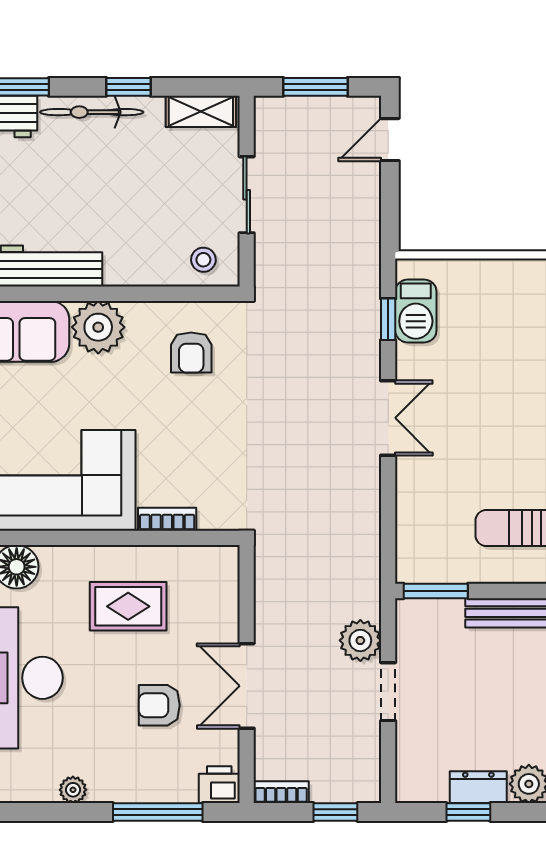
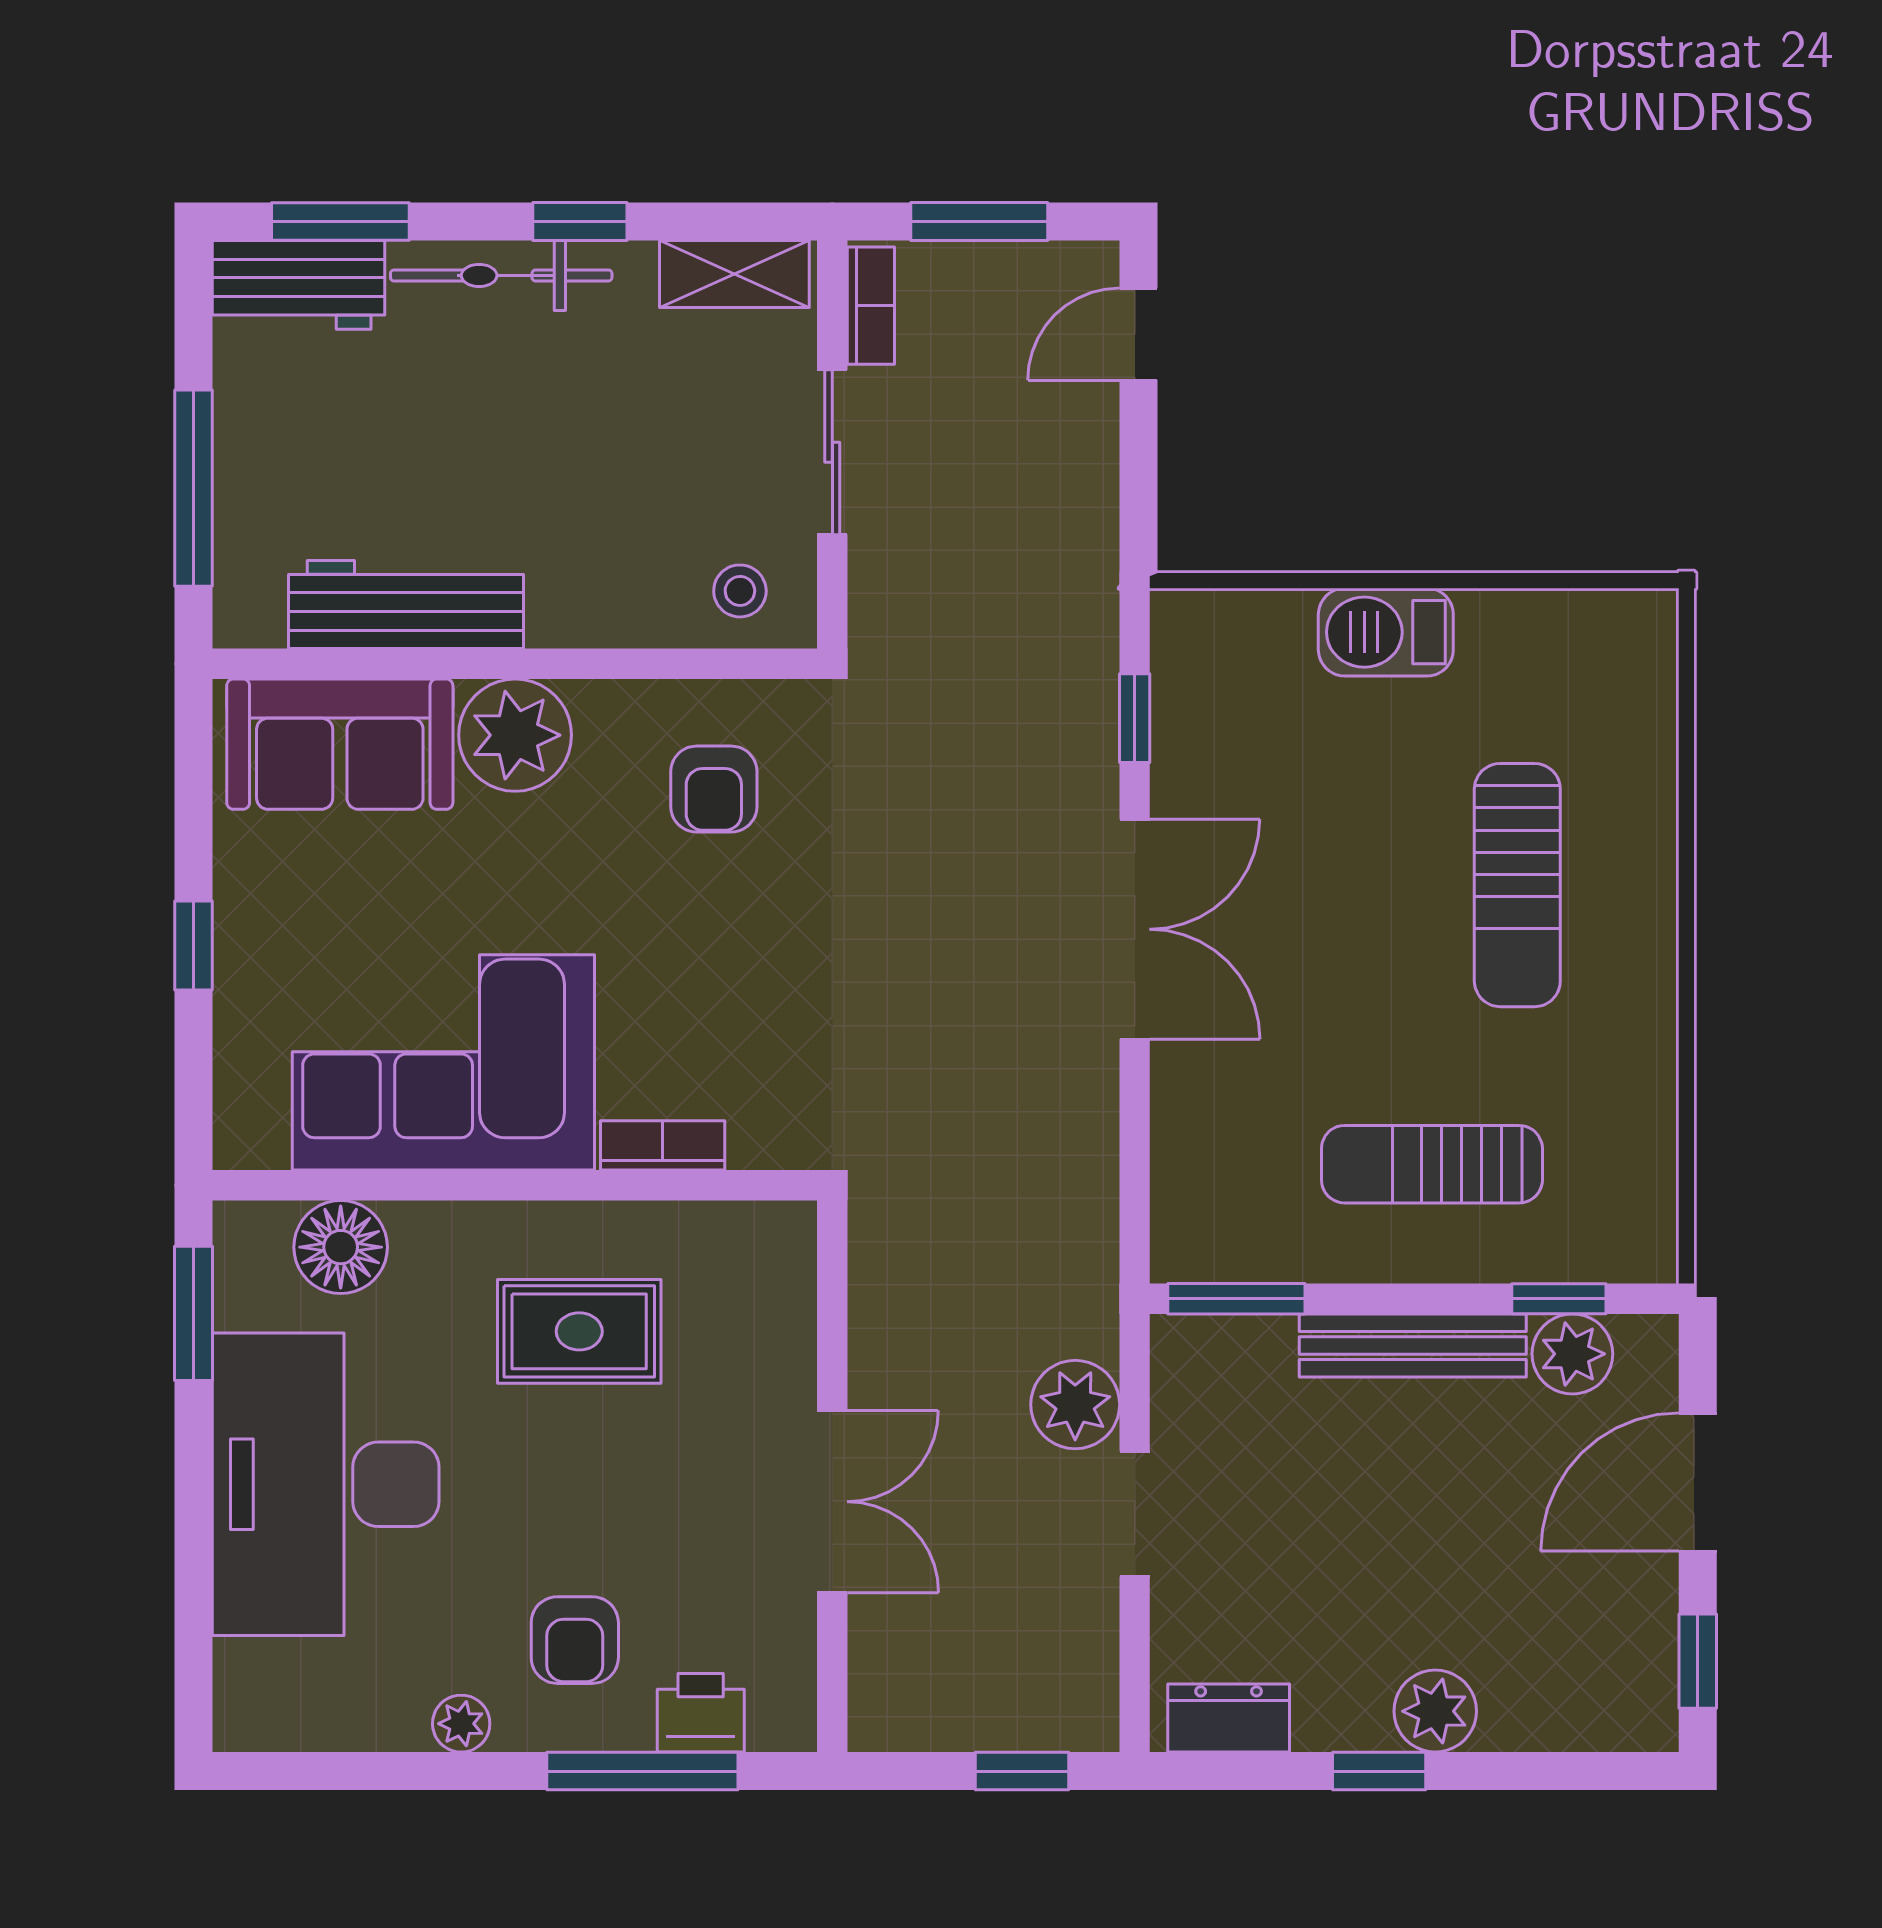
barbecue: (416, 311) -> (1386, 632), moved, turned 90
double door: (388, 418) -> (1135, 929), width x1.37
double door: (247, 686) -> (832, 1502), swing flipped
armchair: (159, 705) -> (575, 1640), moved, turned -90
printer: (219, 785) -> (701, 1713), moved
dresser: (478, 787) -> (1229, 1718), moved
bookcase: (281, 792) -> (871, 306), moved, turned 90
window: (468, 812) -> (1379, 1771), moved

